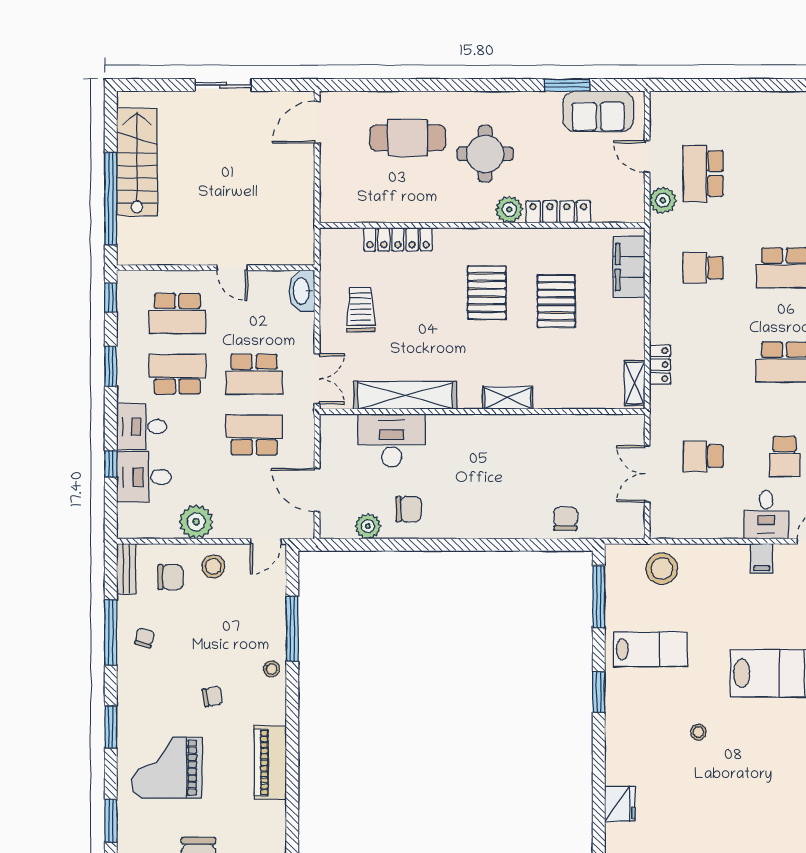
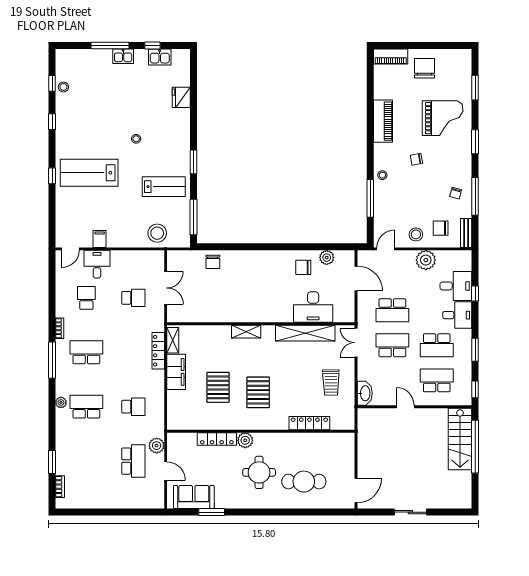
stairs: (137, 162) -> (460, 439), moved
filing cabinet: (629, 267) -> (176, 372), moved
locker: (660, 365) -> (158, 351), width x1.53
lab bench: (650, 649) -> (164, 187), turned 180

